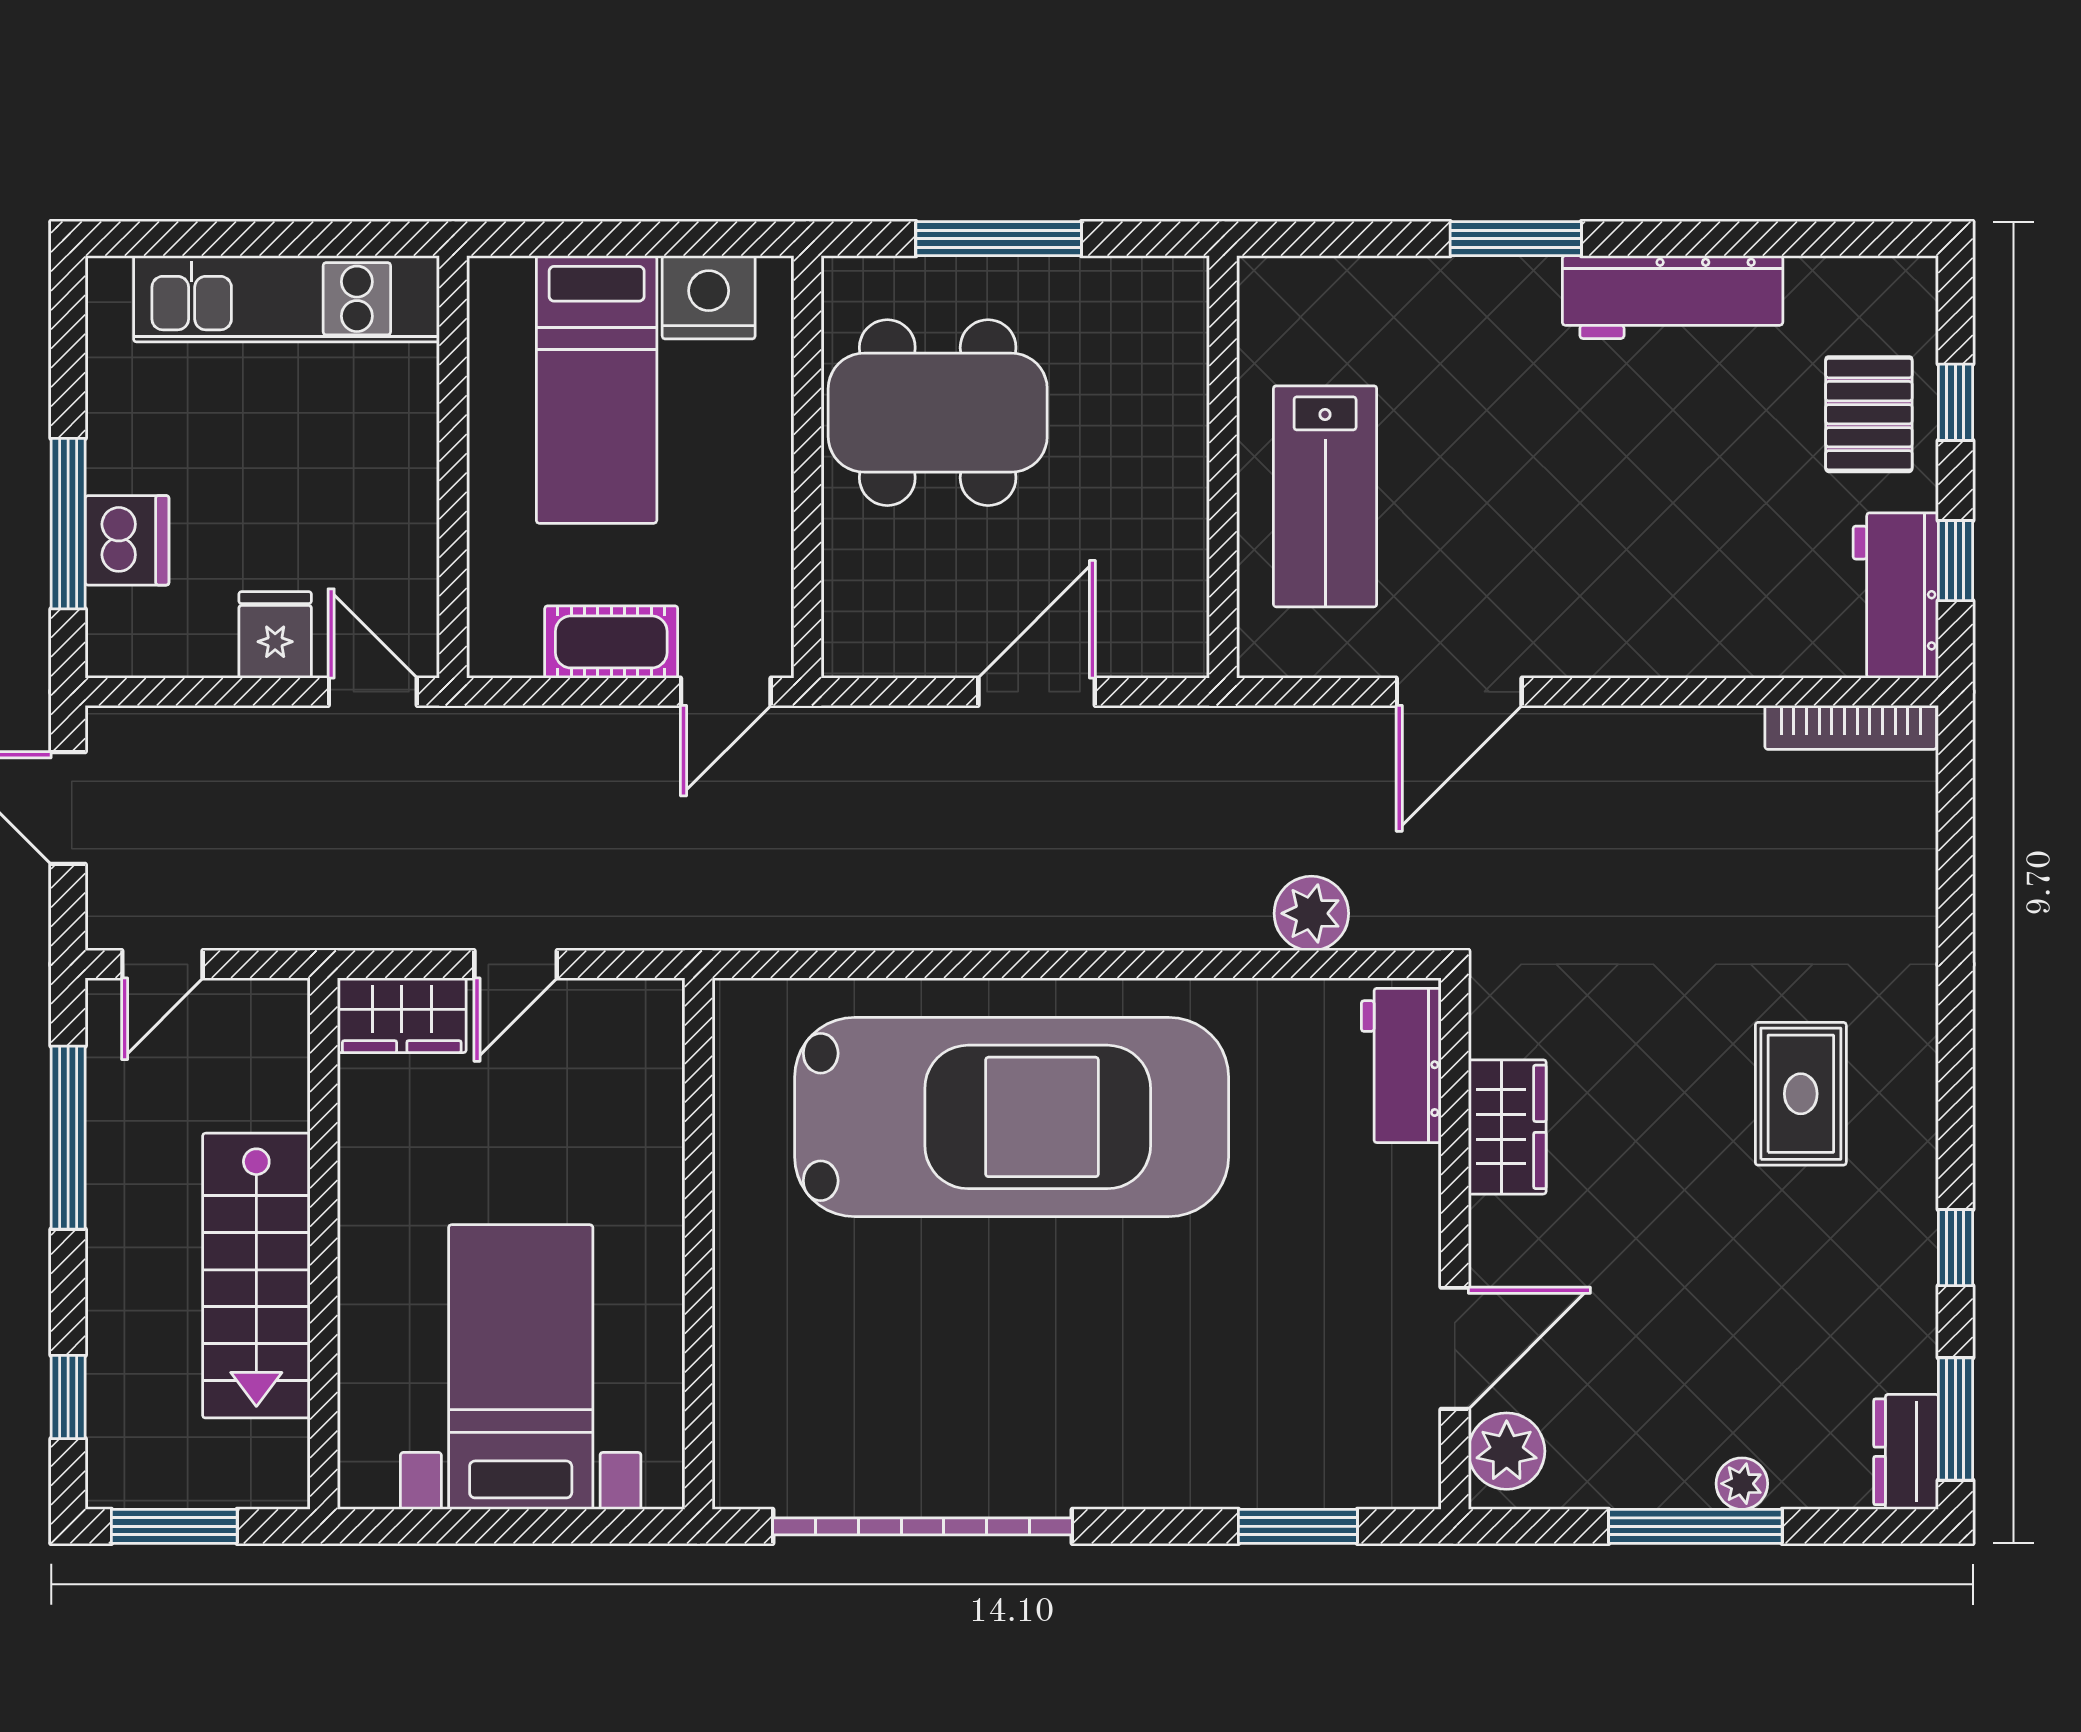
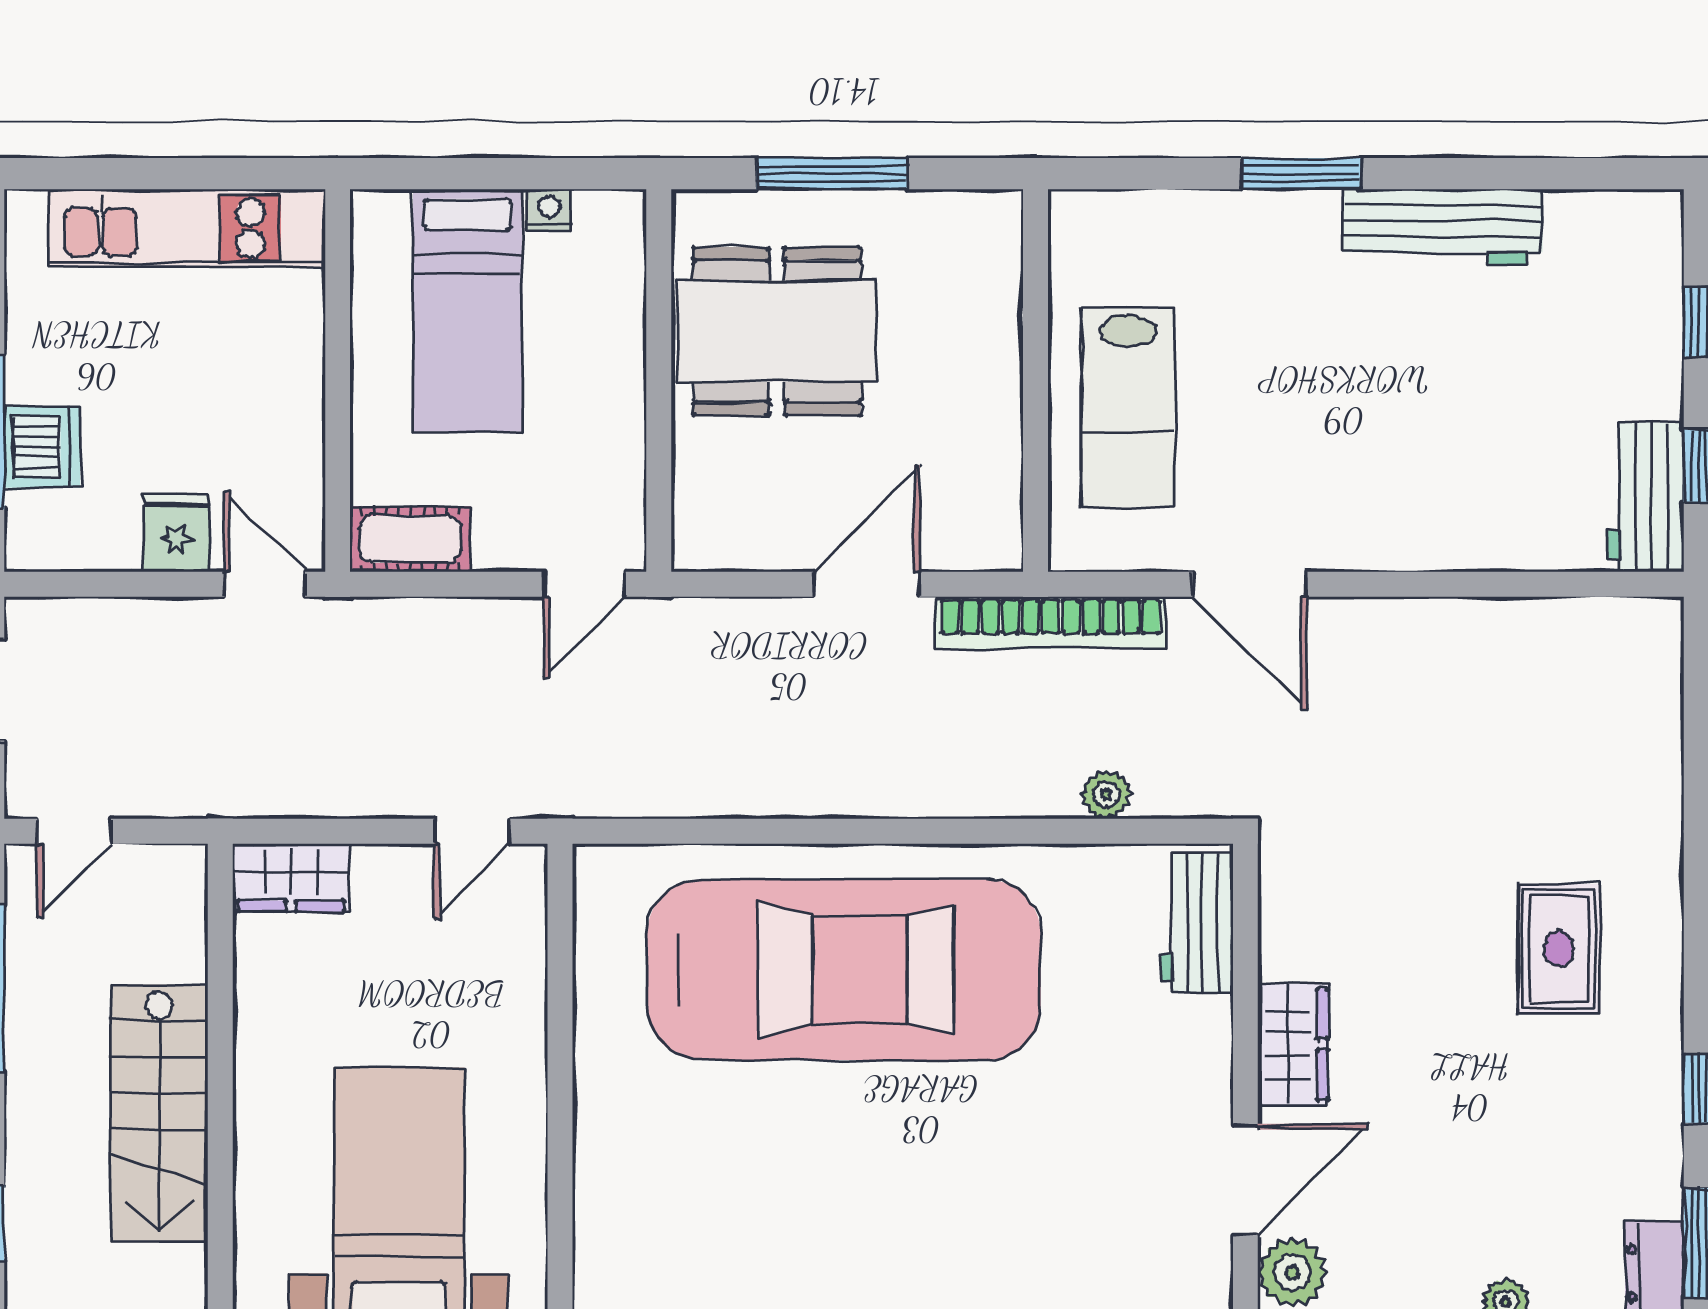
nightstand: (709, 297) -> (549, 210), width x0.53, depth x0.56
pallet: (1869, 414) -> (1621, 333), removed
cot: (611, 642) -> (410, 539), moved
door: (1459, 692) -> (1250, 584), hinge flipped
bookcase: (1851, 727) -> (1051, 623), moved, width x1.48, depth x1.31
plant: (1311, 913) -> (1106, 794), width x0.73, depth x0.73
door: (516, 964) -> (472, 831), moved
wardrobe: (1507, 1127) -> (1293, 1044), moved

